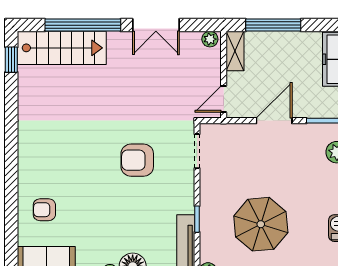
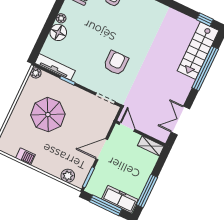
double door: (156, 25) -> (180, 120), moved
window: (273, 25) -> (147, 191), moved
plant: (210, 39) -> (164, 135), removed
door: (274, 121) -> (102, 149), swing flipped

